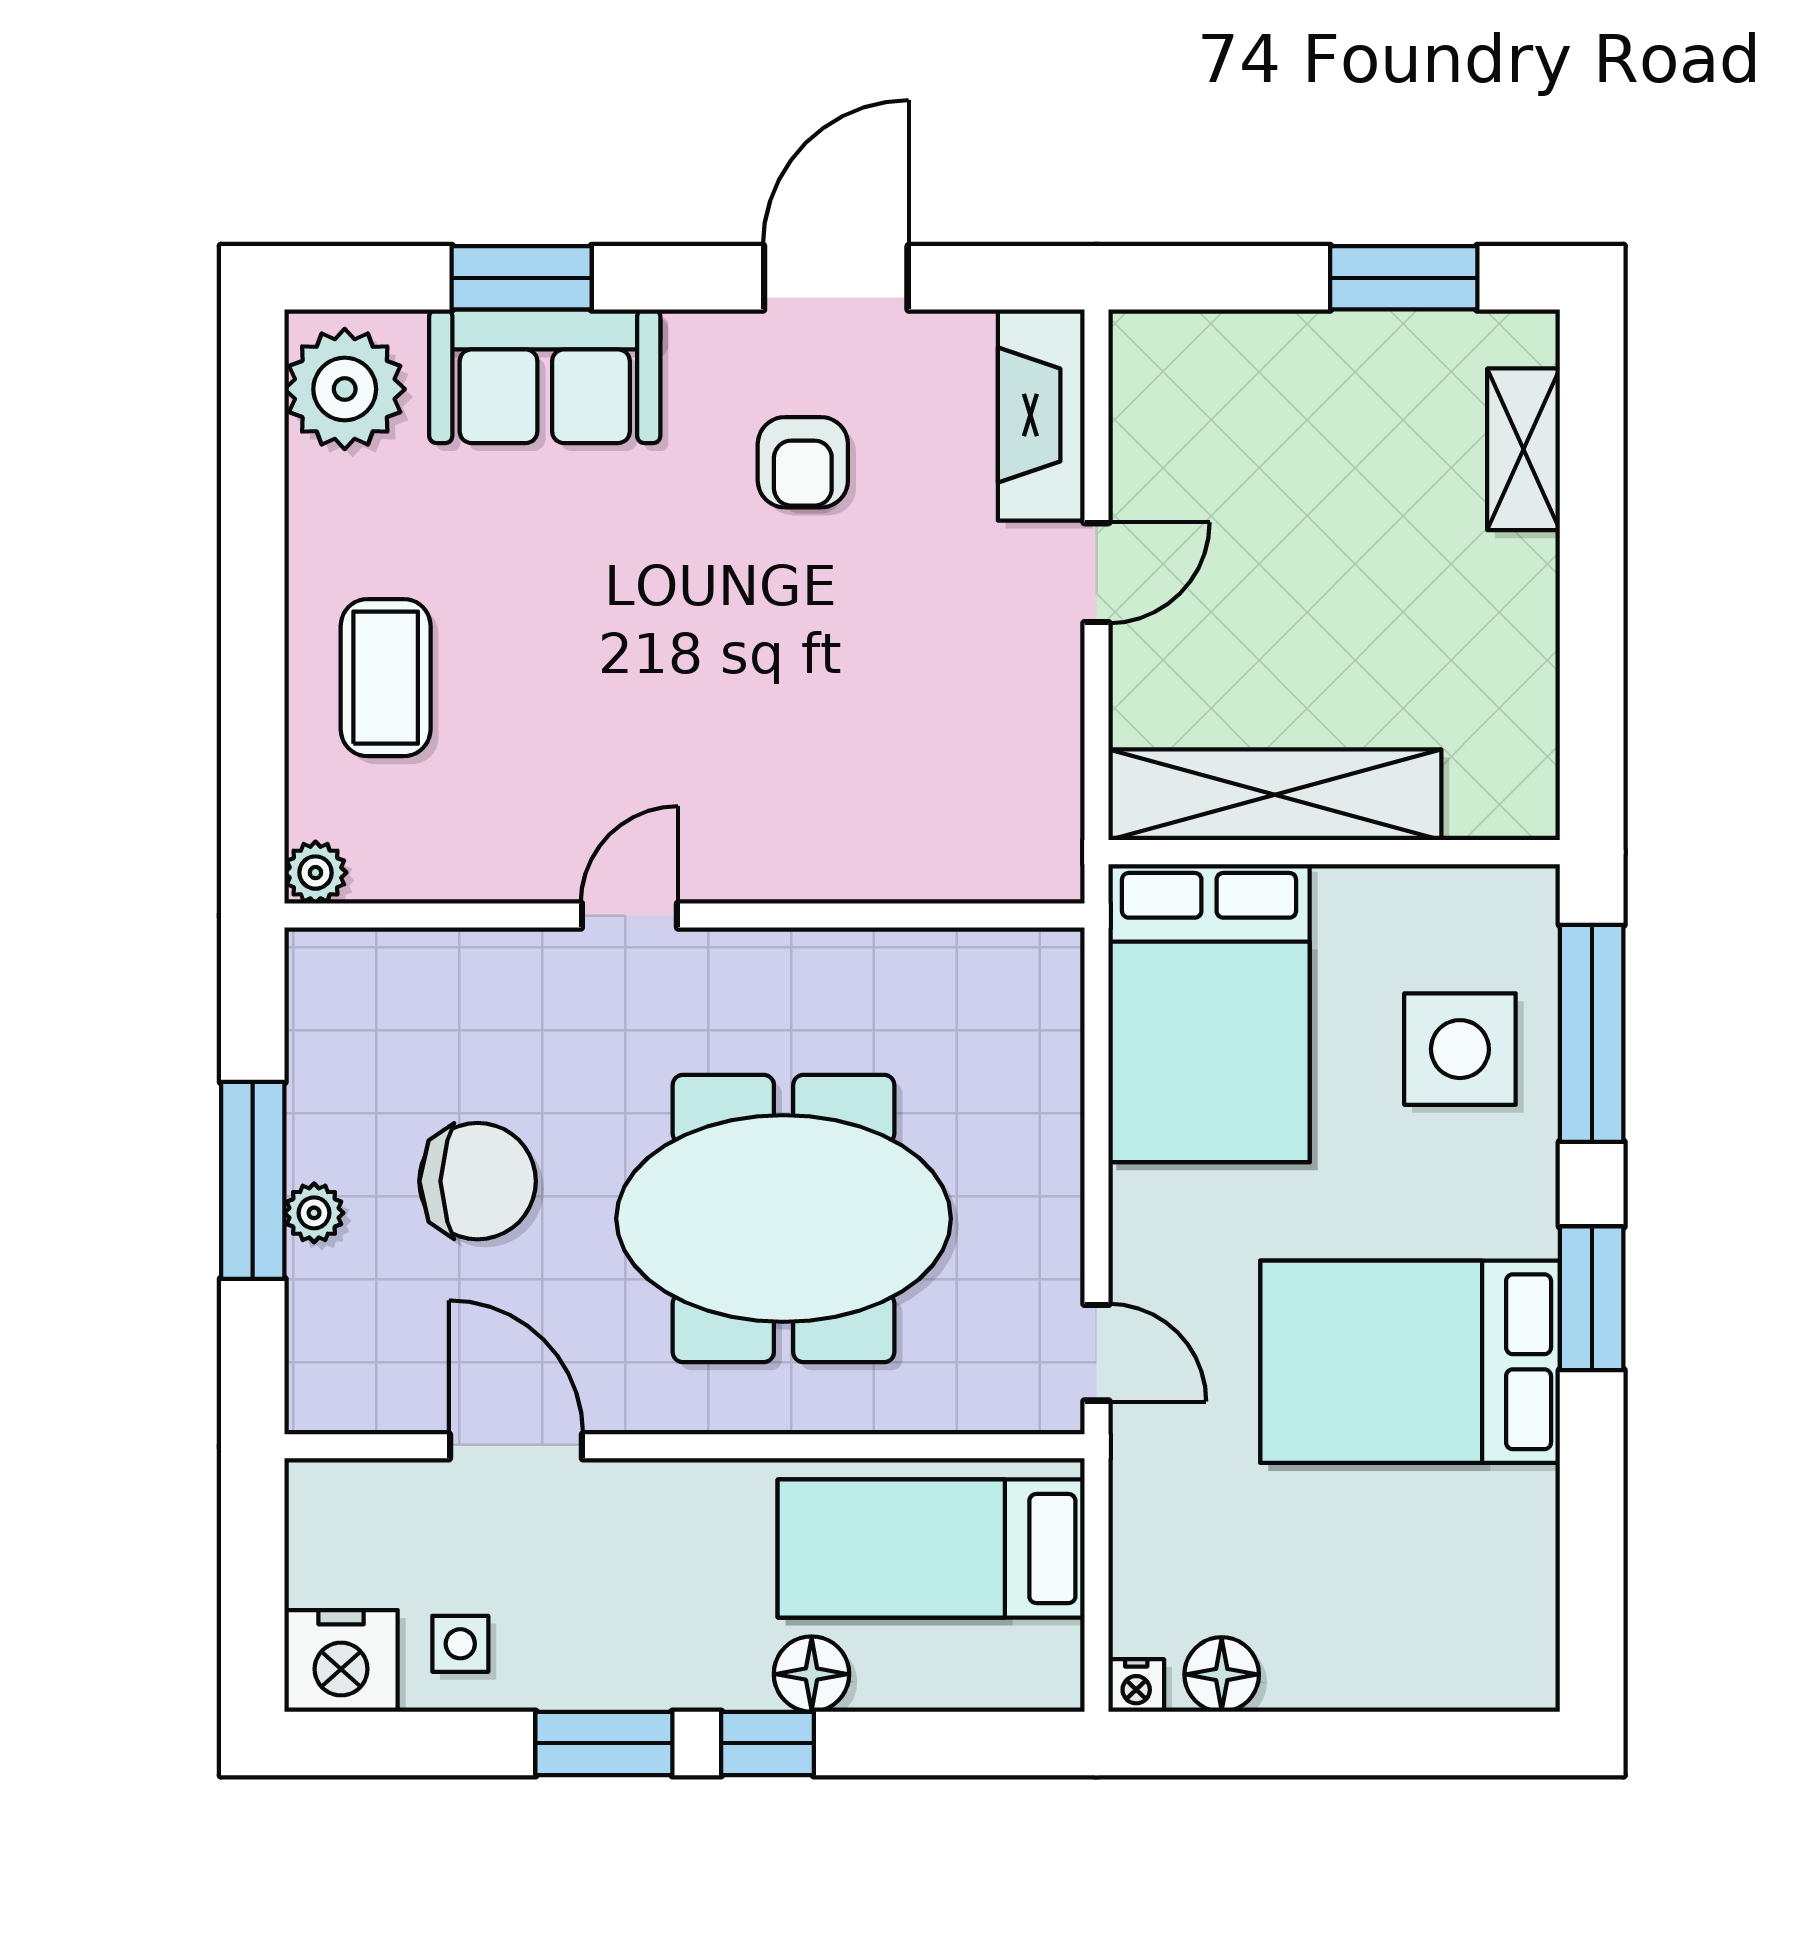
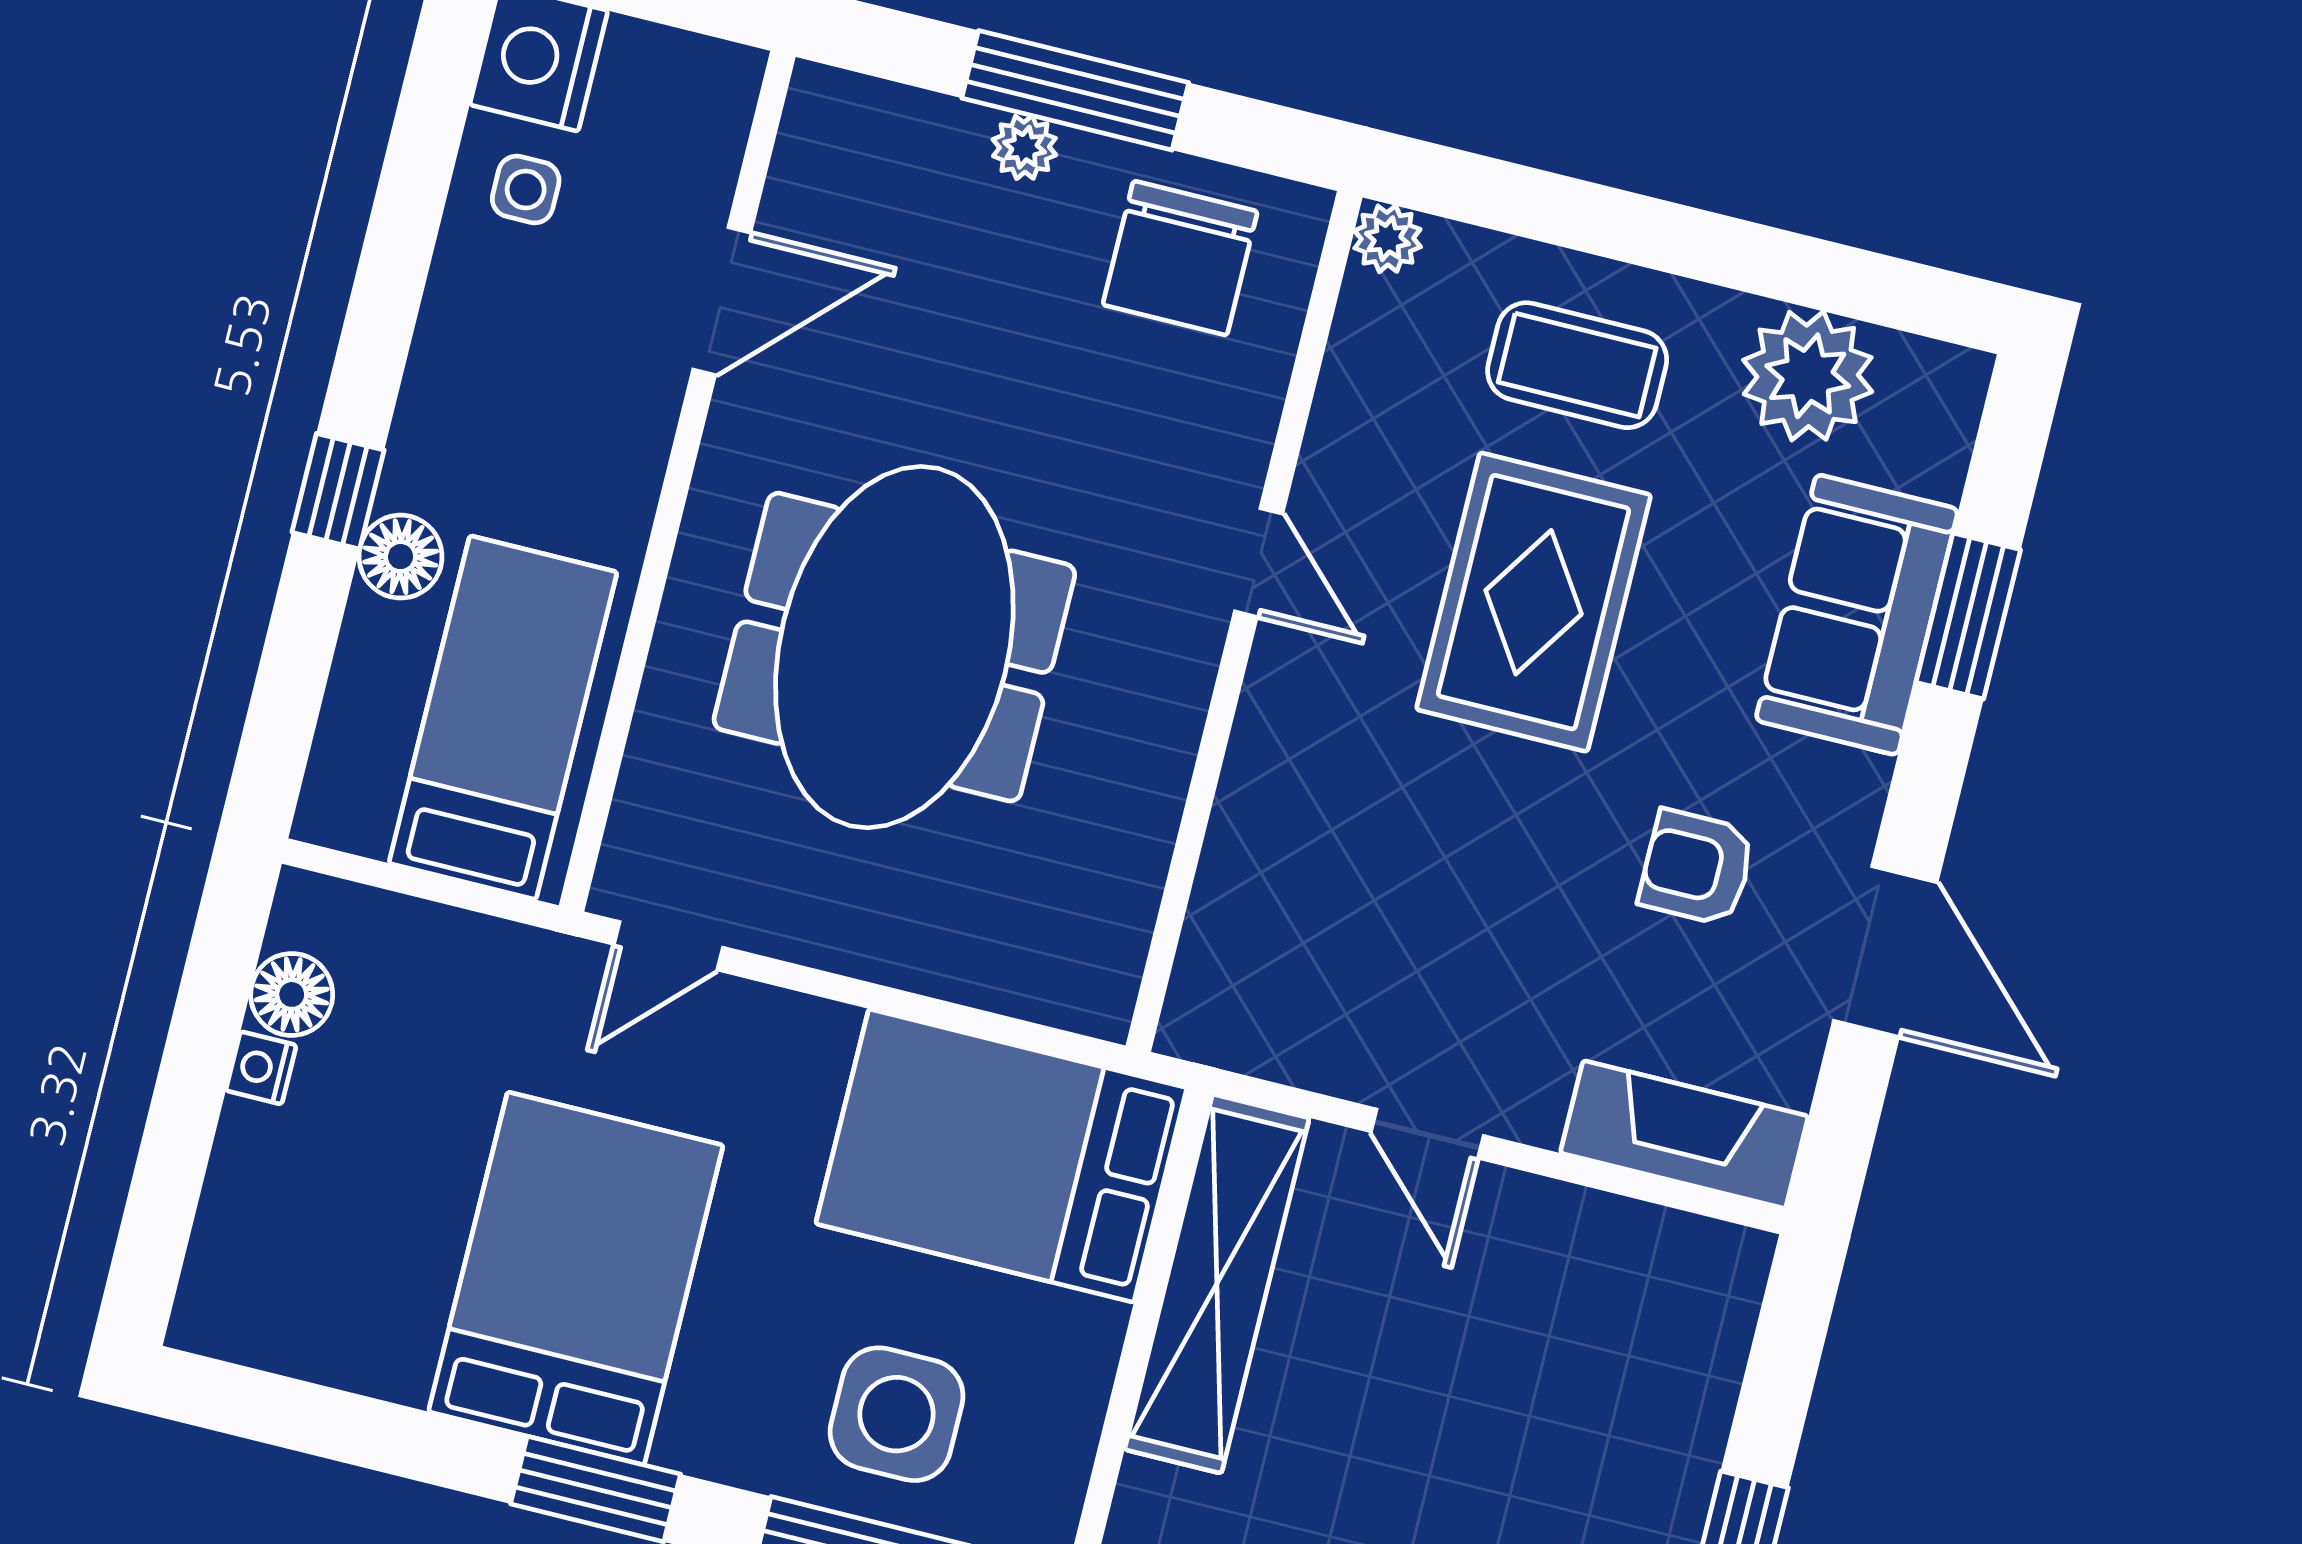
plant: (345, 389) -> (1808, 376), moved
door: (1097, 573) -> (1427, 1134), moved
rug: (604, 664) -> (1534, 602), added
chair: (478, 1181) -> (1180, 258), moved
nightstand: (1136, 1685) -> (261, 1068), moved
window: (604, 1743) -> (381, 317), removed

